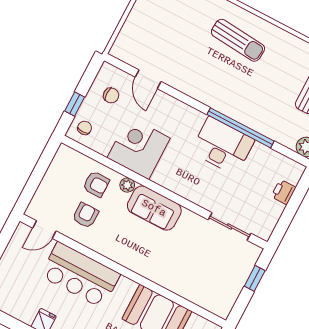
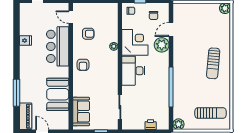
plant: (165, 107) -> (162, 45), added
desk: (222, 146) -> (133, 71), moved, turned 180
armchair: (96, 184) -> (83, 65), moved
sofa: (154, 208) -> (81, 112), moved, turned 180

